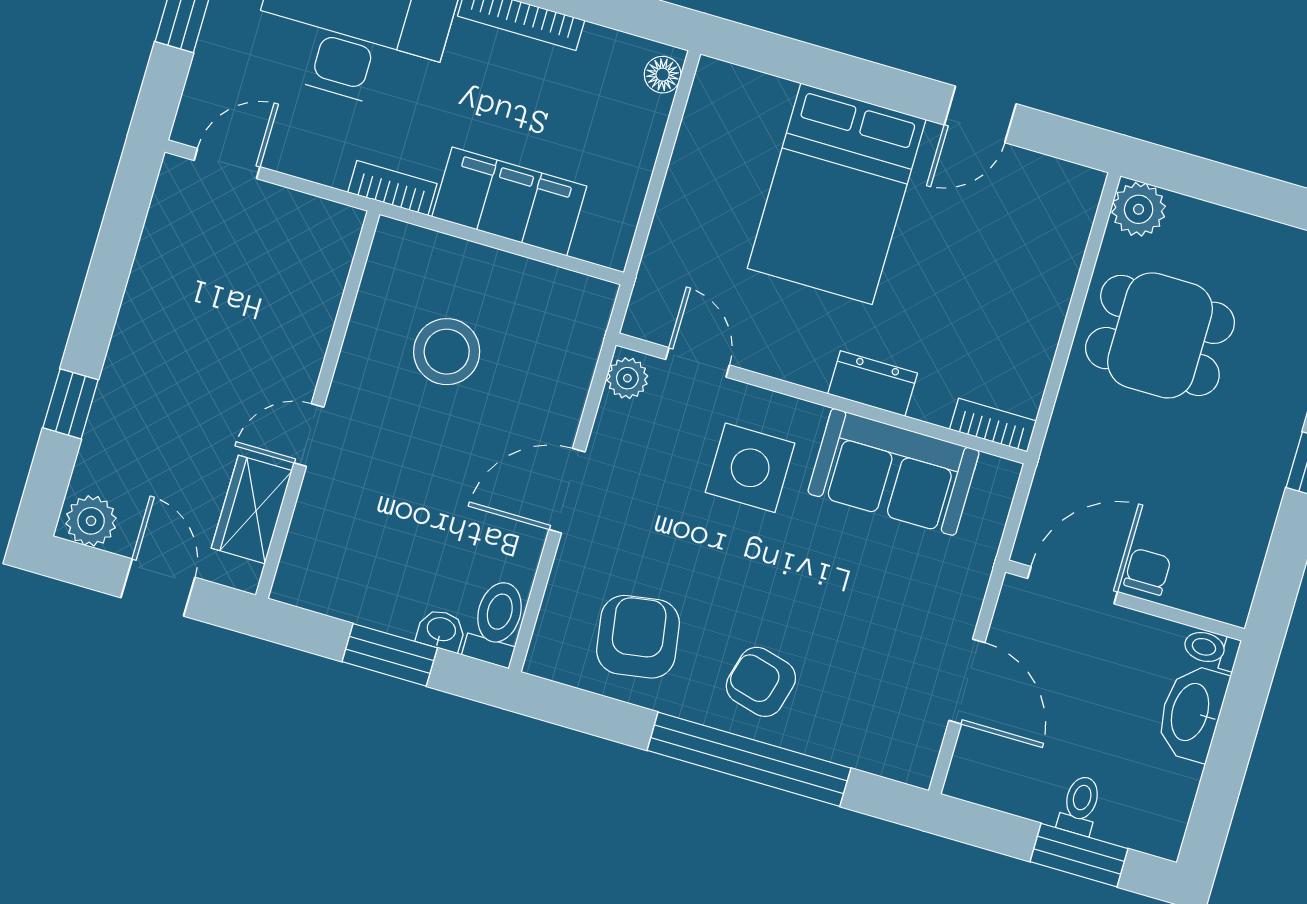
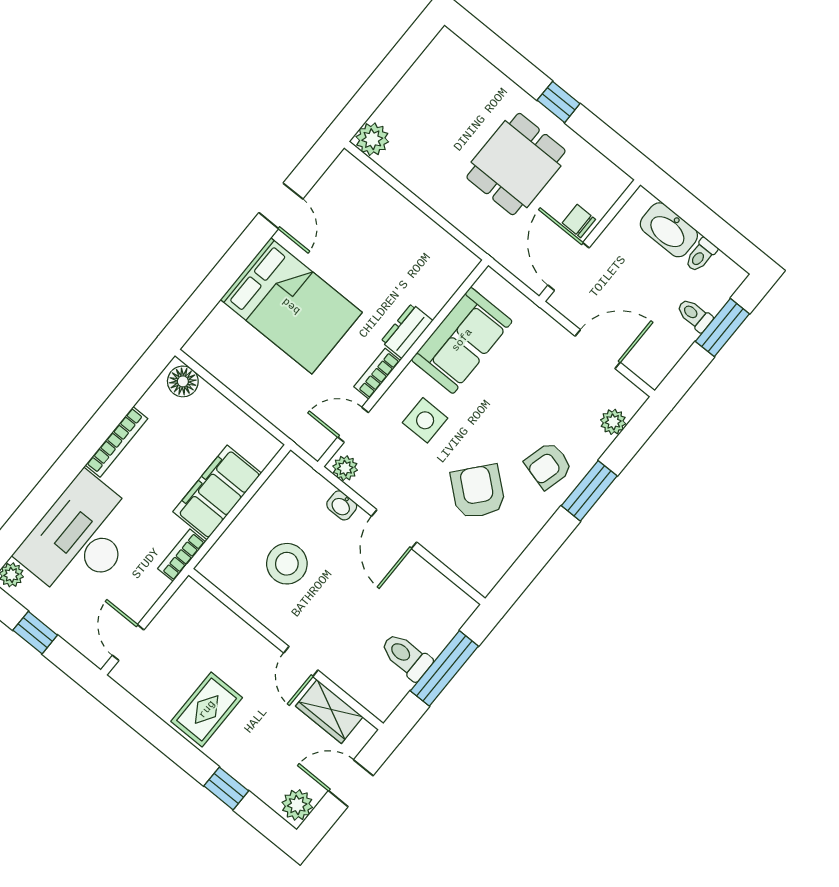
floor lamp: (663, 75) -> (183, 381), width x1.37, depth x1.37
rug: (177, 324) -> (207, 709), added
dining table: (1160, 335) -> (516, 164), moved
bookcase: (993, 425) -> (377, 374), moved
side table: (750, 468) -> (425, 420), width x0.73, depth x0.73
toilet: (497, 623) -> (406, 656), moved
washbasin: (441, 630) -> (342, 505), moved, turned -90
armchair: (638, 637) -> (478, 492), moved, turned 49
toilet: (1211, 649) -> (701, 255), moved
window: (390, 655) -> (444, 668), width x1.44
plant: (868, 751) -> (613, 422), added
window: (749, 759) -> (589, 491), width x0.47

